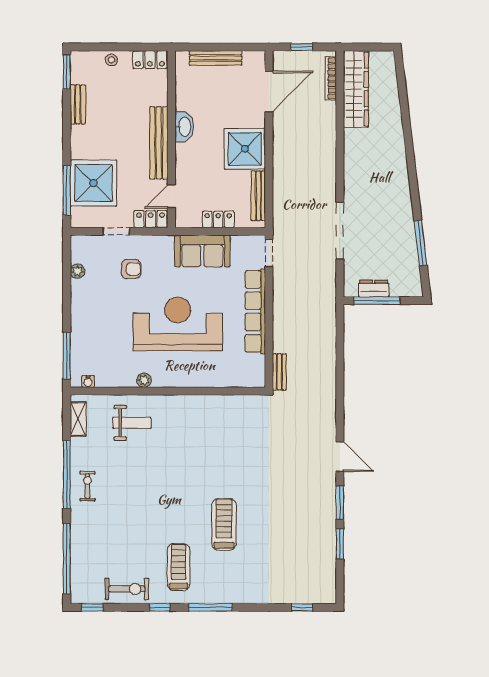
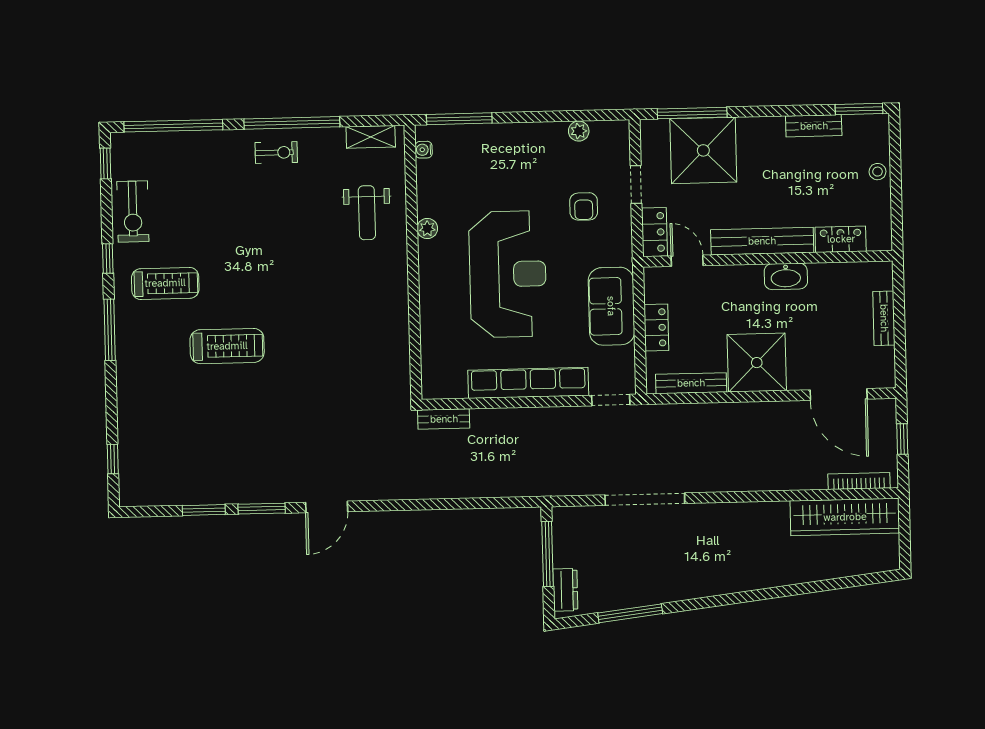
bench: (216, 58) -> (884, 318), width x0.73
locker: (150, 60) -> (841, 239), moved, turned 90
dresser: (374, 289) -> (565, 590), moved

